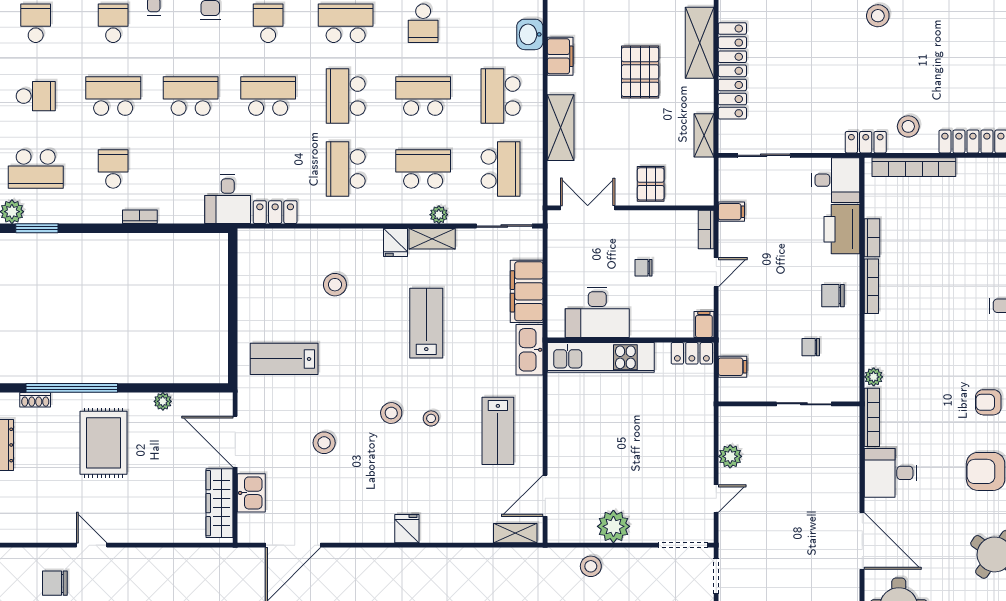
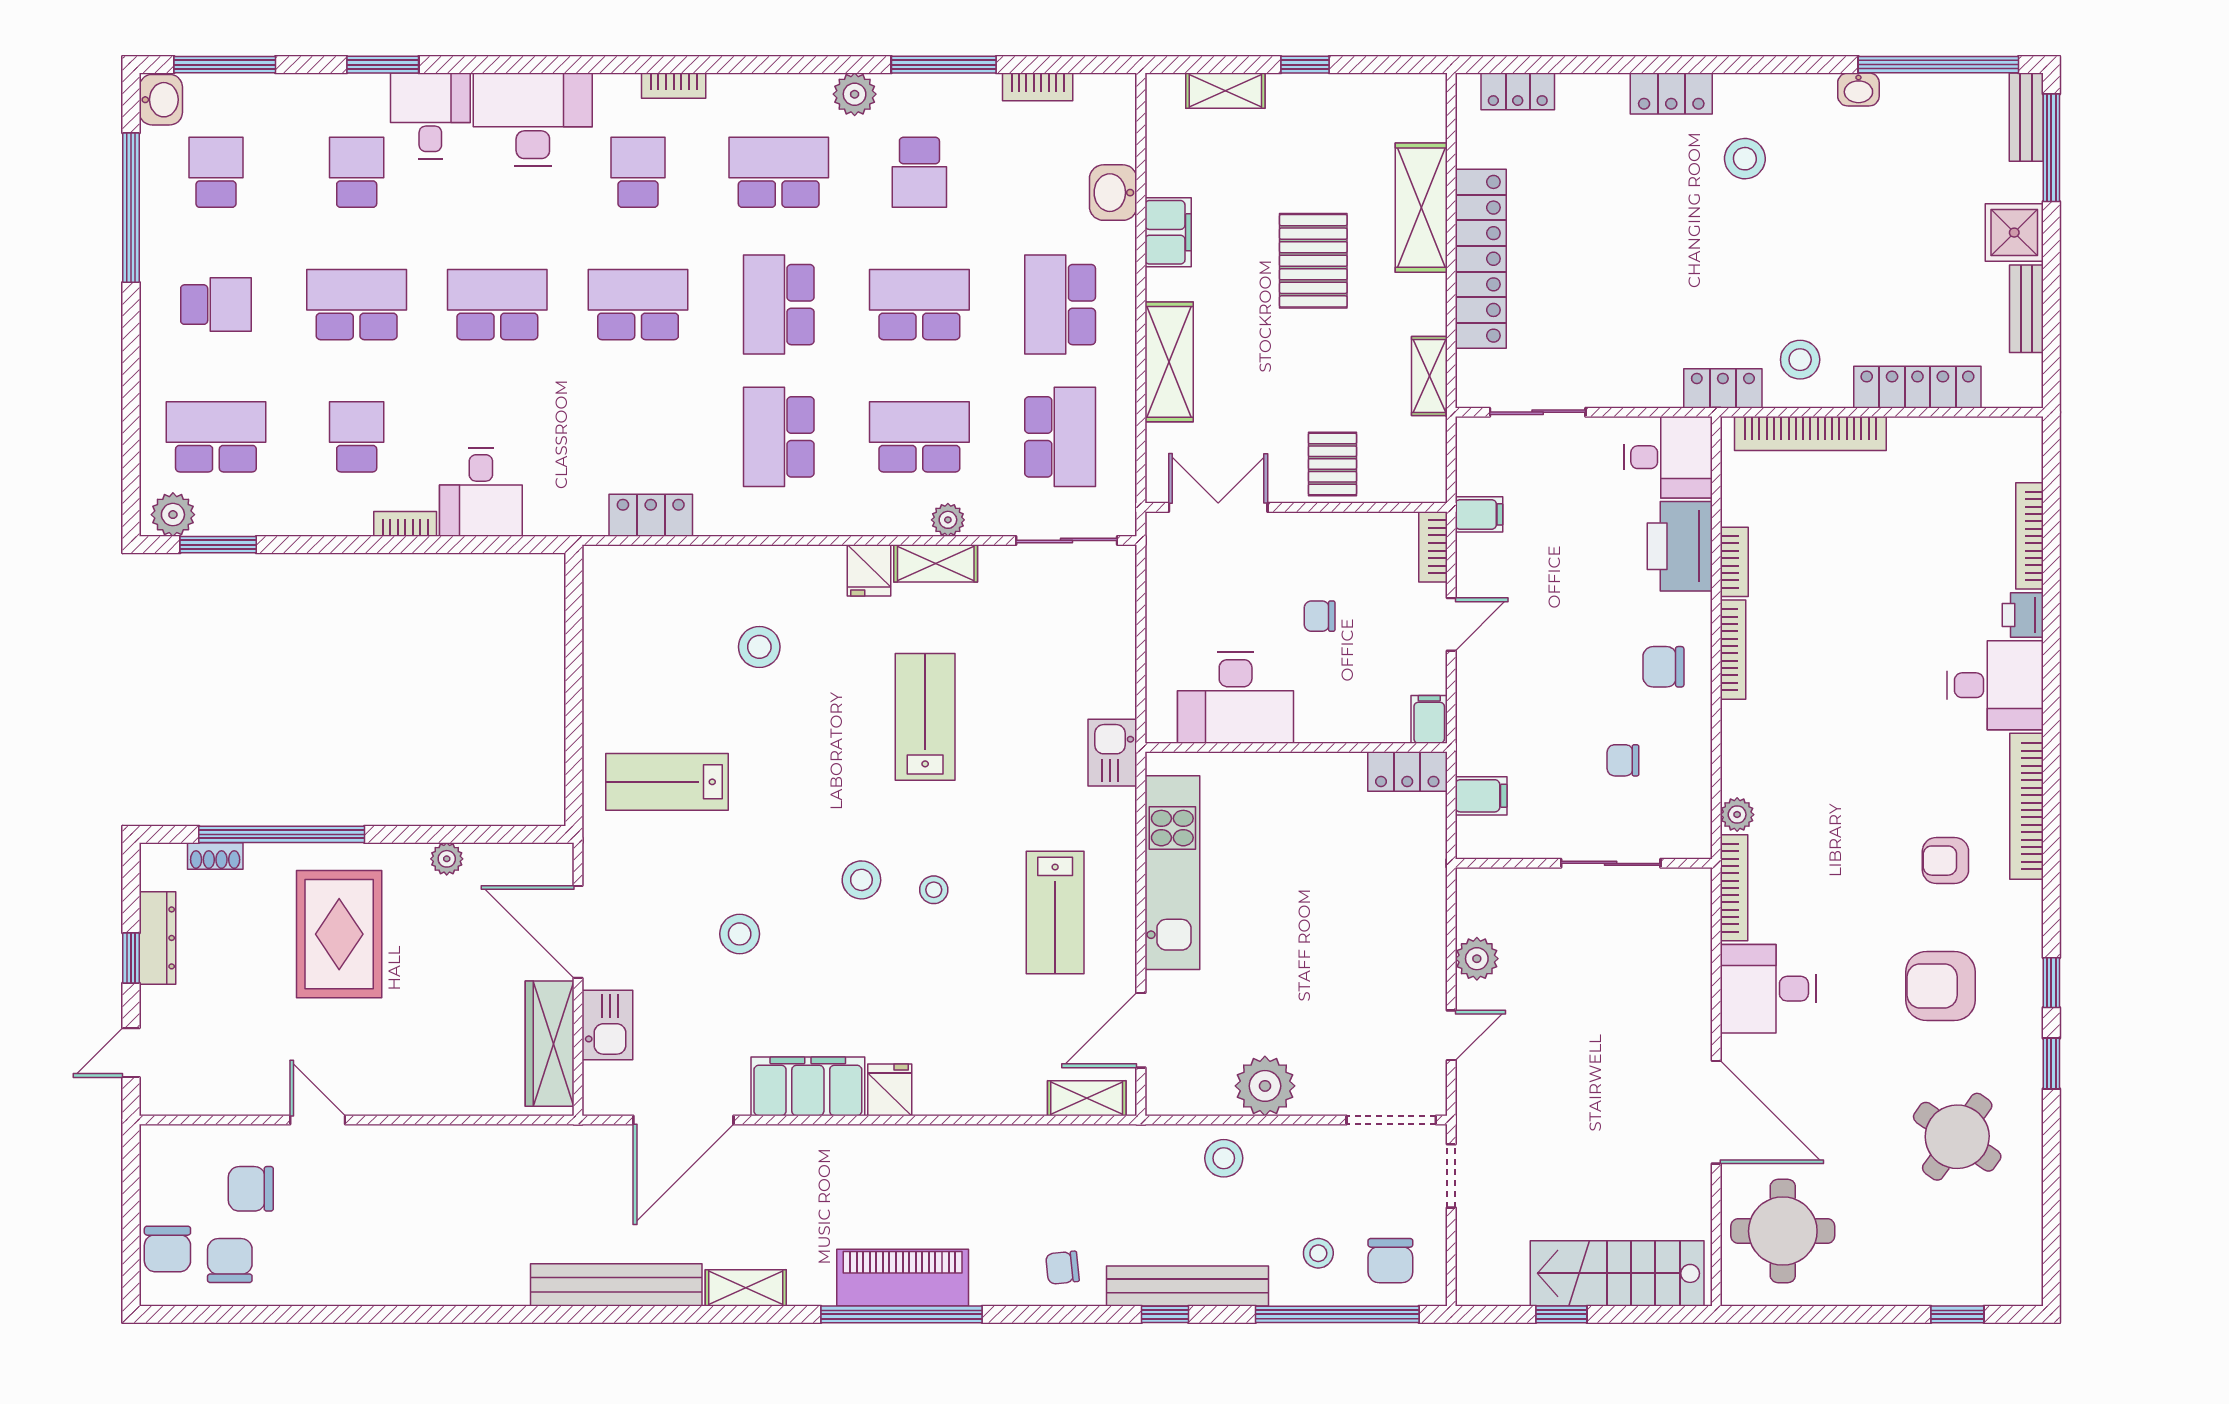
school desk: (36, 169) -> (216, 437), turned 180
desk: (228, 199) -> (481, 492), moved
filing cabinet: (527, 291) -> (808, 1086), moved, turned 90
kitchen sink: (529, 350) -> (1112, 753), width x0.73
kitchen unit: (601, 357) -> (1172, 873), moved, turned -90

